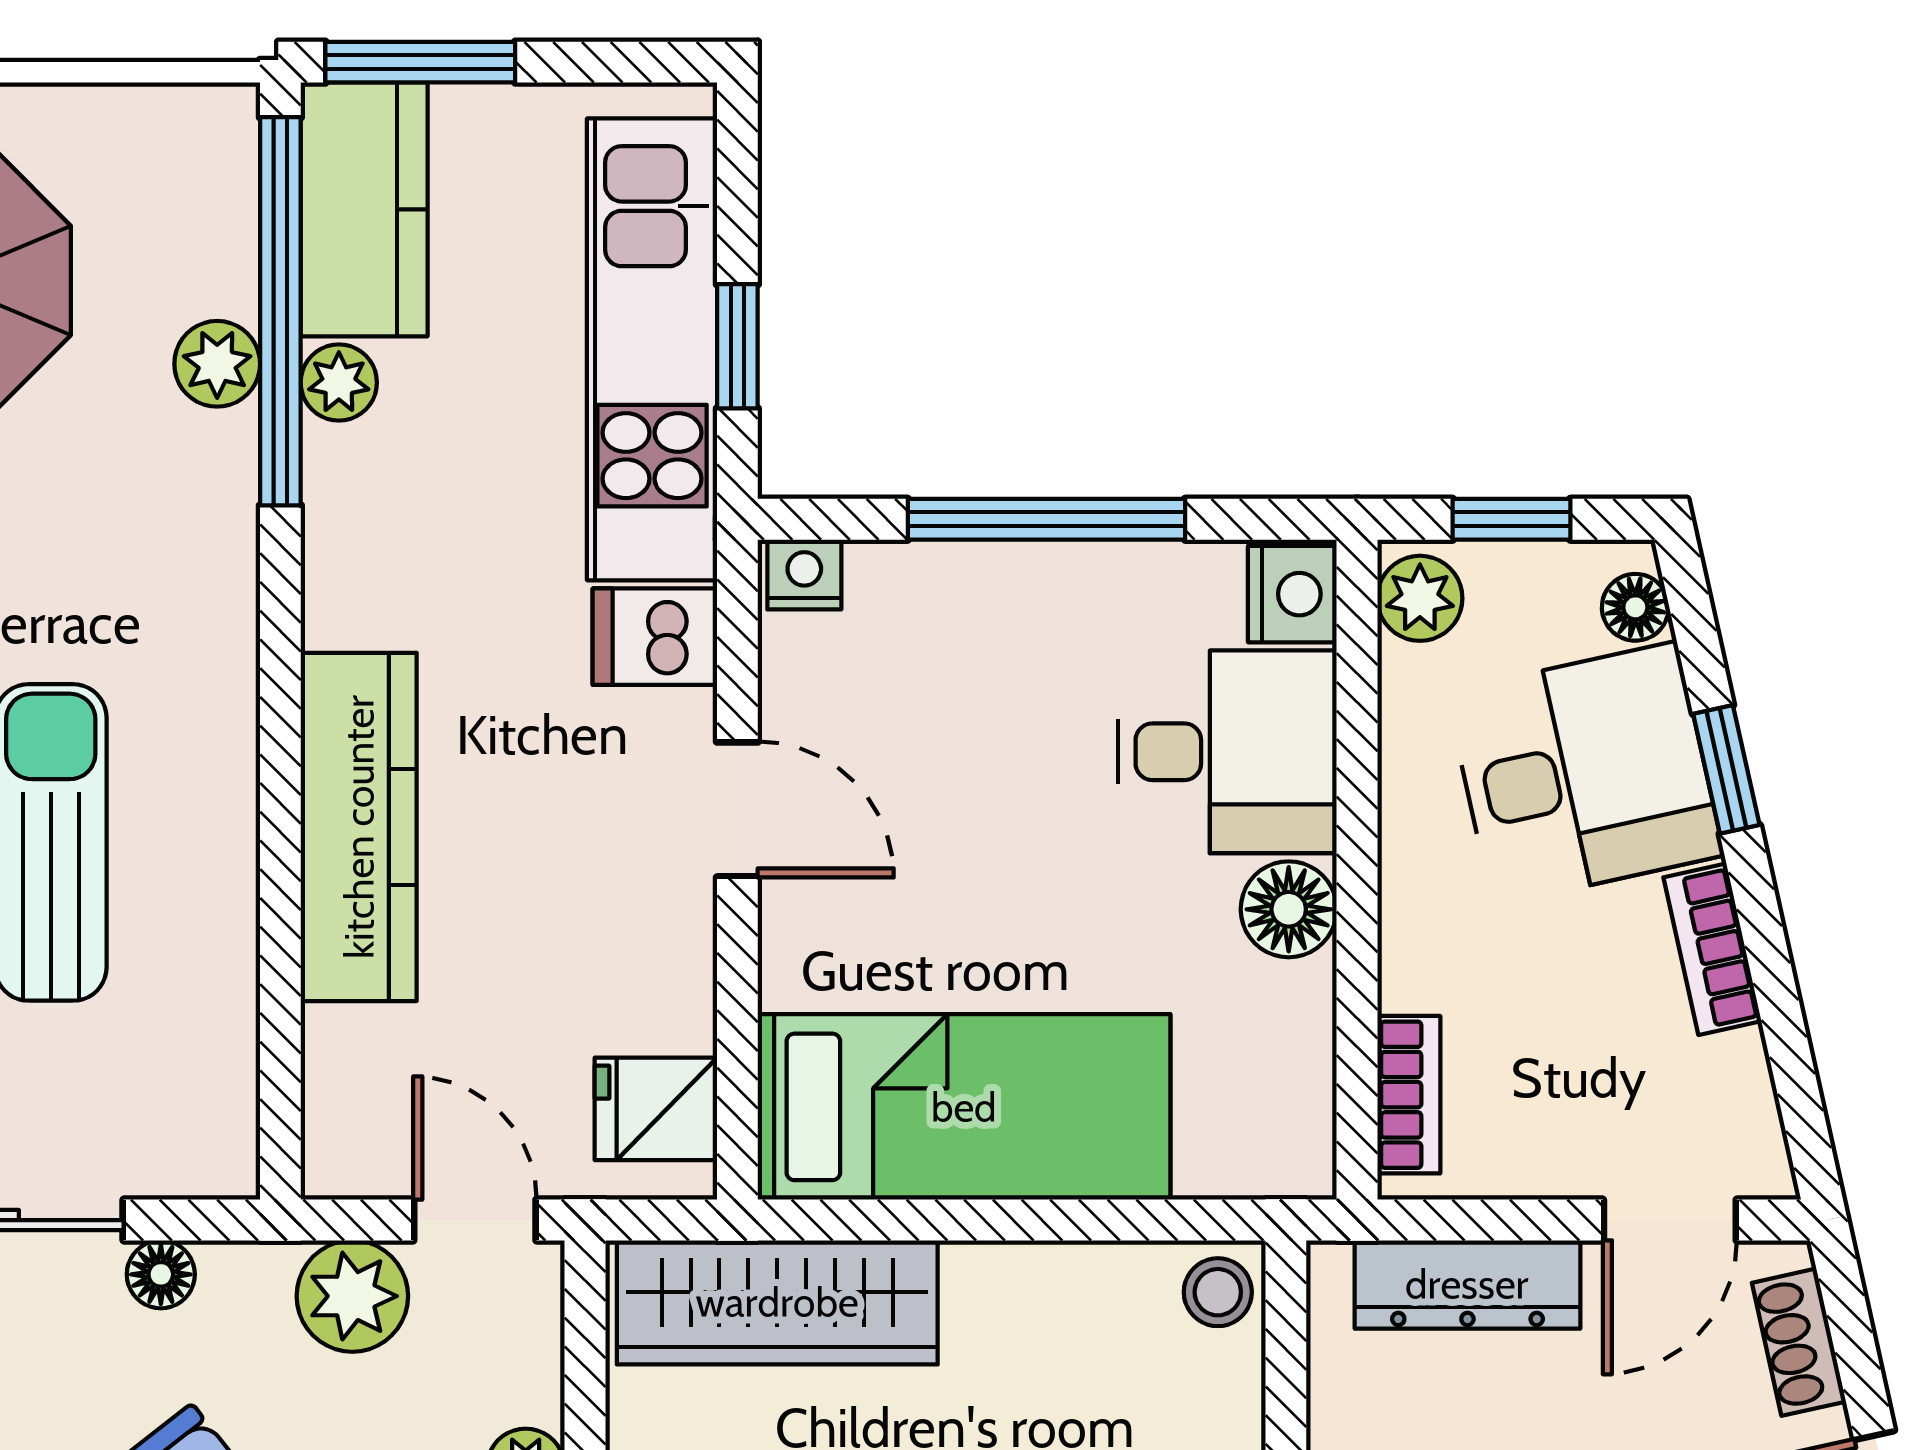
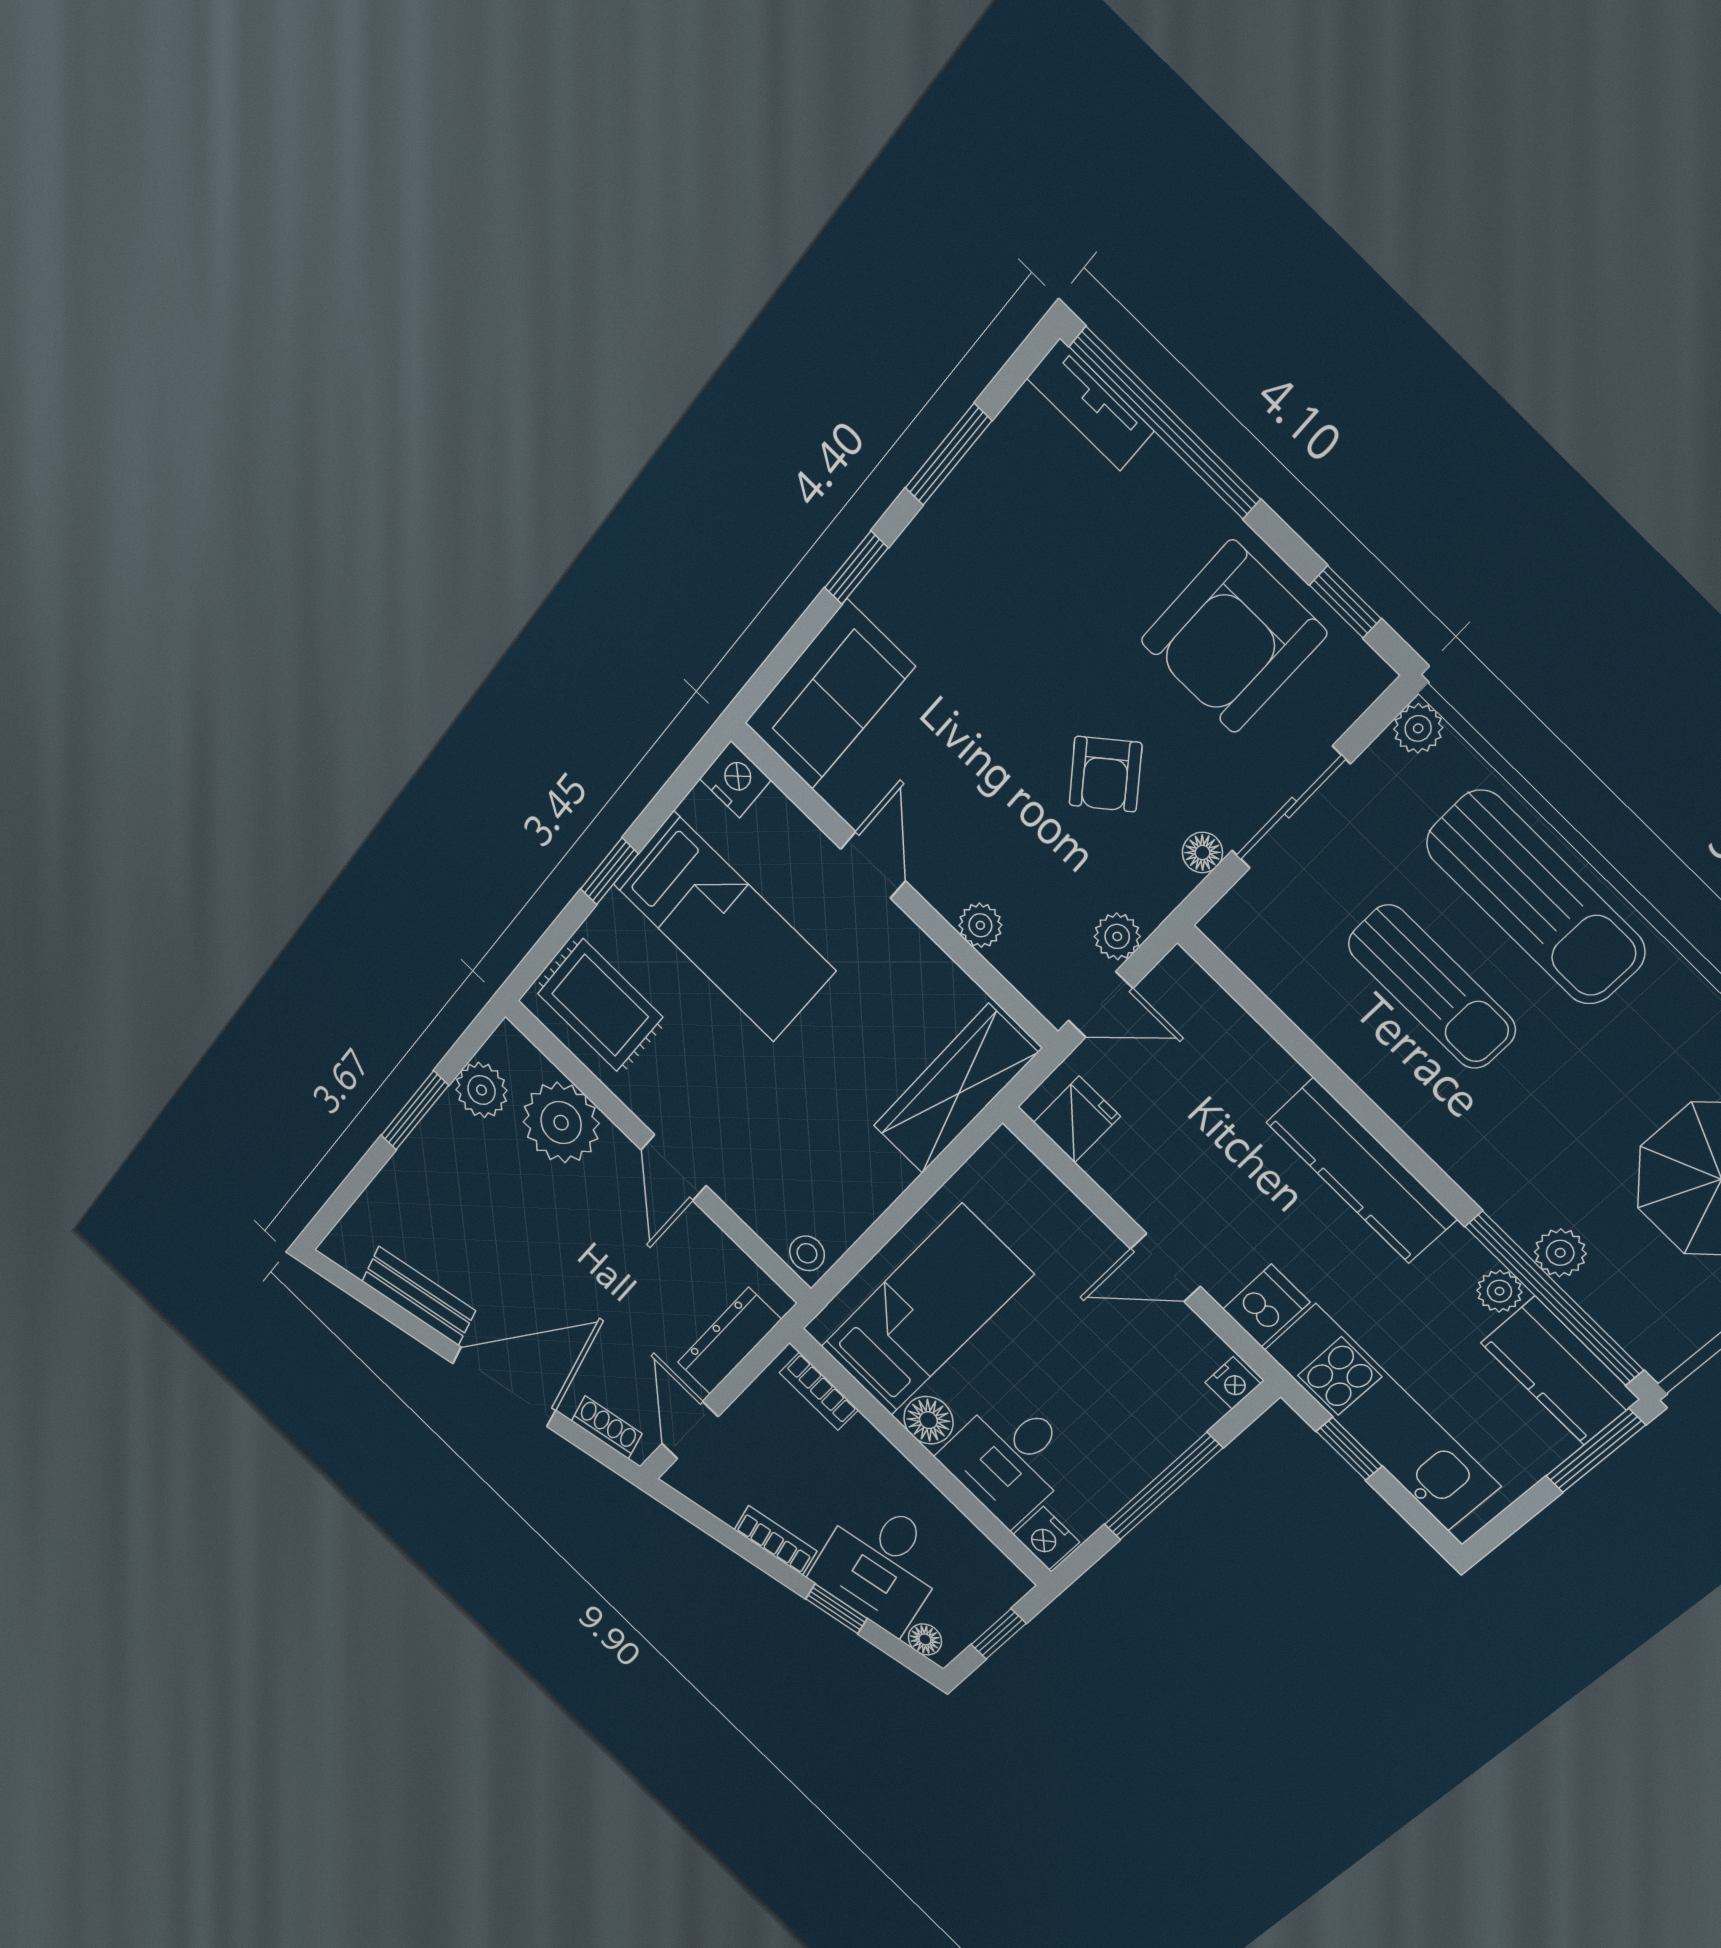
plant: (1420, 598) -> (1000, 1577), removed
kitchen counter: (359, 827) -> (1361, 1171), moved
bed: (964, 1107) -> (926, 1311), moved, turned 180
plant: (352, 1296) -> (1117, 936), width x0.73, depth x0.73

